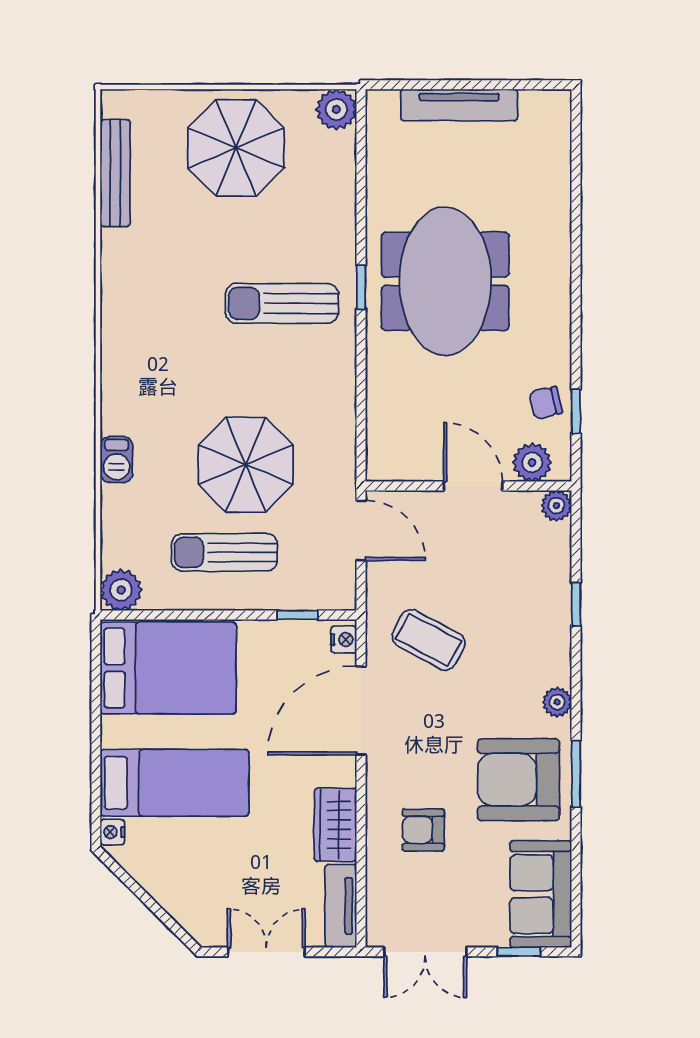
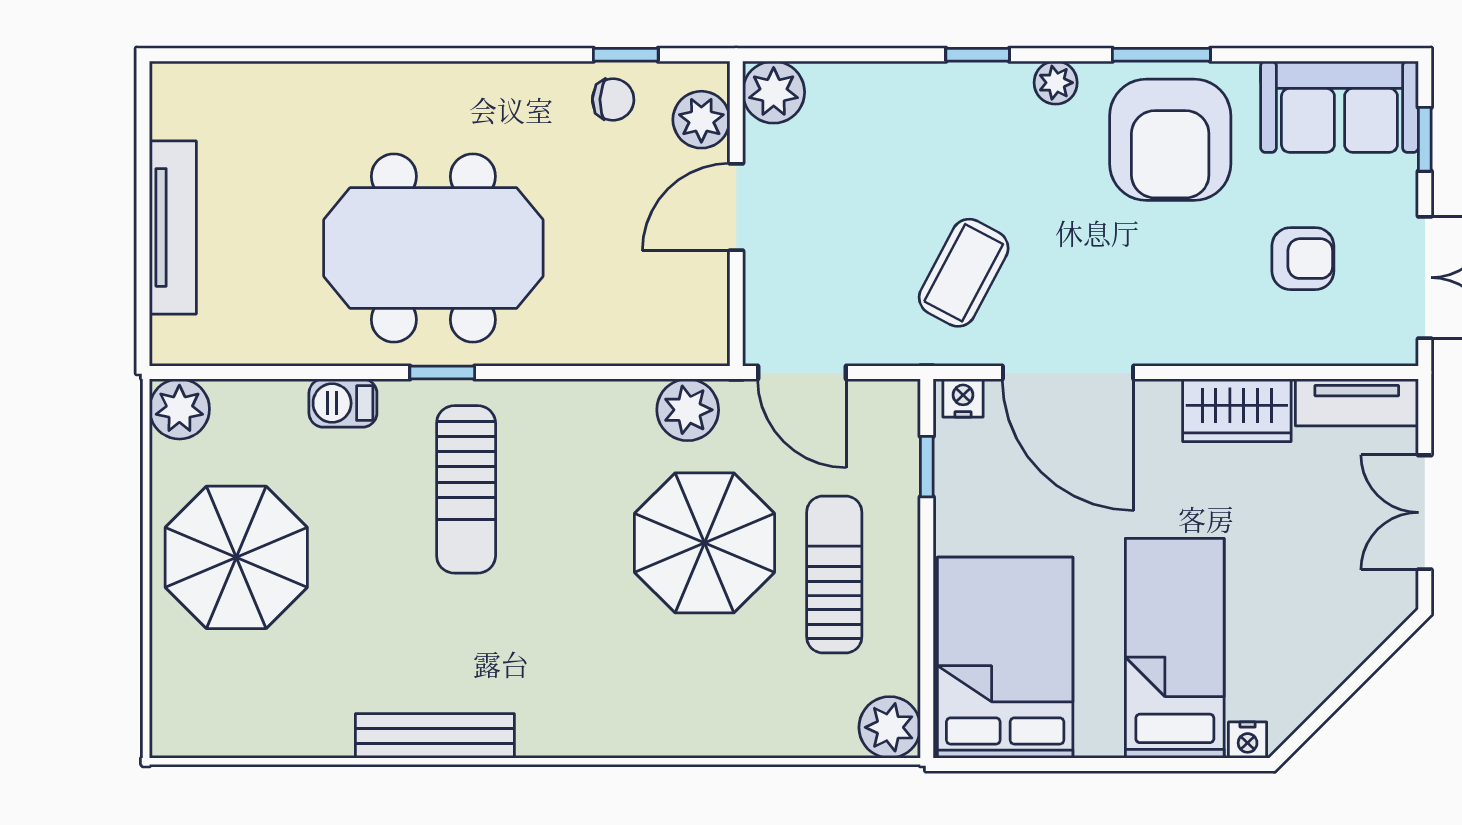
bench: (115, 173) -> (435, 736), moved
chair: (546, 403) -> (613, 99), turned -75
plant: (336, 453) -> (688, 410), added
barbecue: (117, 459) -> (343, 403), moved, turned 180
plant: (556, 506) -> (774, 92), width x1.38, depth x1.38
door: (361, 531) -> (802, 373), swing flipped
sun lounger: (224, 552) -> (834, 575), turned 180
window: (576, 604) -> (978, 55), moved
armchair: (423, 830) -> (1303, 259), moved, turned -90

